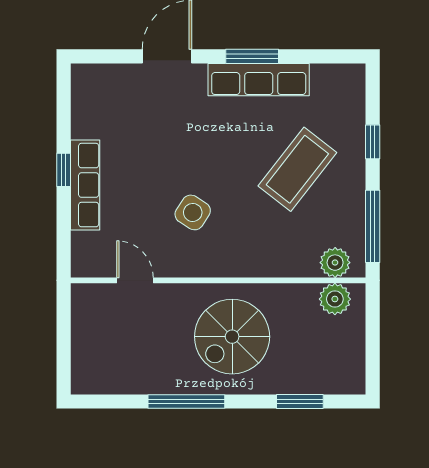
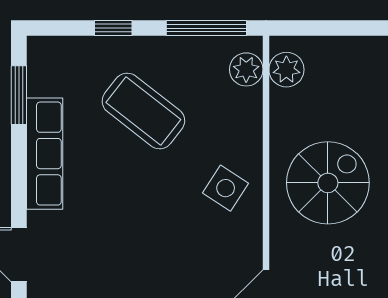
window: (252, 56) -> (19, 95), moved
side table: (193, 212) -> (226, 188), moved
spiral stairs: (232, 337) -> (328, 183), turned -90

